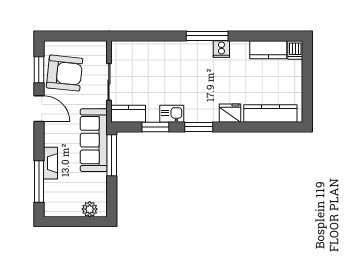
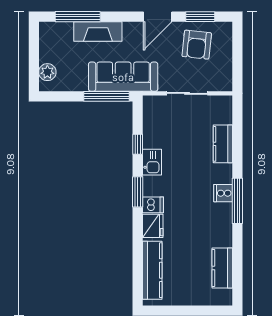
cooker: (221, 49) -> (223, 193), moved
dishwasher: (295, 50) -> (153, 205), moved, turned 180
armchair: (65, 73) -> (197, 45), width x0.73, depth x0.73
kitchen counter: (128, 114) -> (223, 144), moved, turned 180
window: (155, 127) -> (138, 144), width x0.67
fireplace: (50, 163) -> (98, 32), width x1.37, depth x1.32

